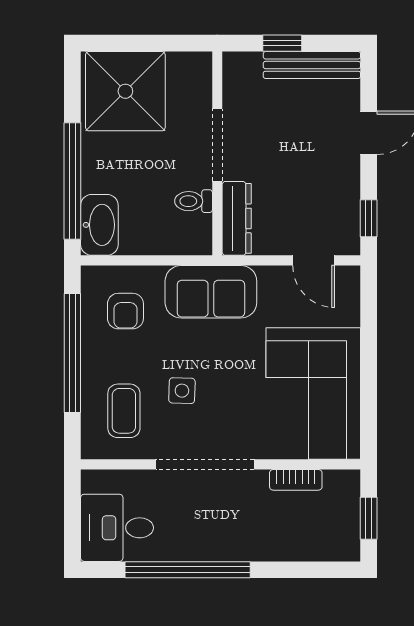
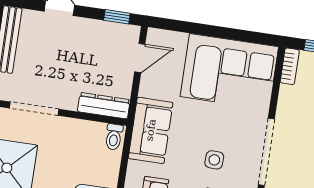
doorway: (217, 145) -> (34, 109), moved
toilet: (194, 201) -> (114, 137), moved
bookcase: (296, 480) -> (290, 66), moved

